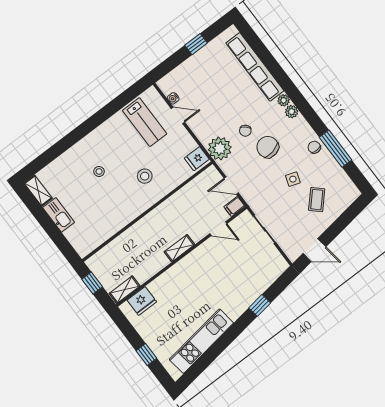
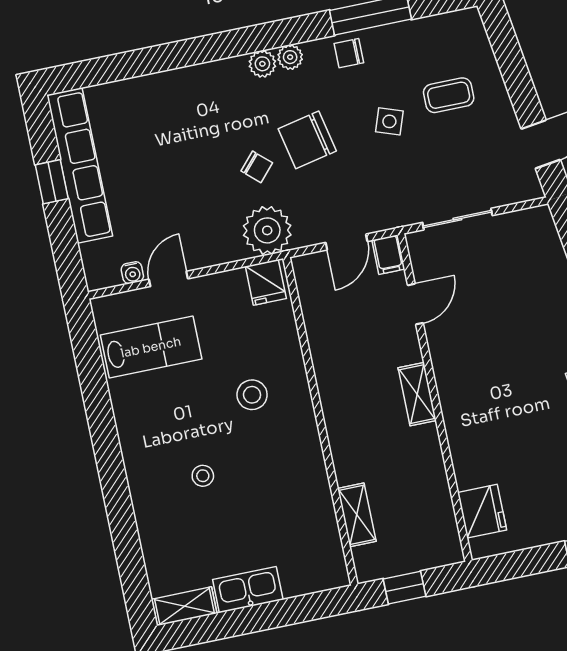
row of seats: (255, 67) -> (80, 165), moved, turned -90
plant: (284, 100) -> (290, 57), moved
coffee table: (317, 200) -> (449, 95), turned -43
shelving: (125, 290) -> (357, 515), moved

